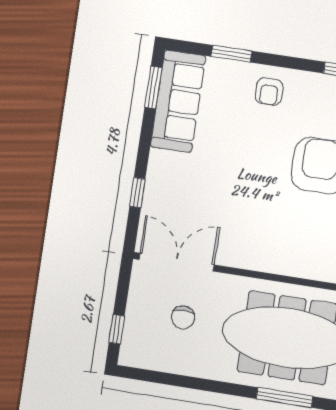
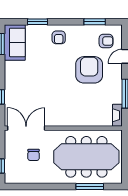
sofa: (178, 101) -> (15, 42), width x0.73

